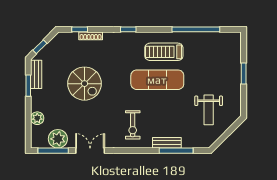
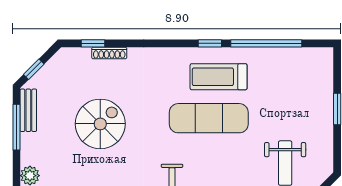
window: (128, 29) -> (210, 43), moved
spiral stairs: (85, 84) -> (100, 124), turned -90
window: (28, 86) -> (16, 127), width x1.44

